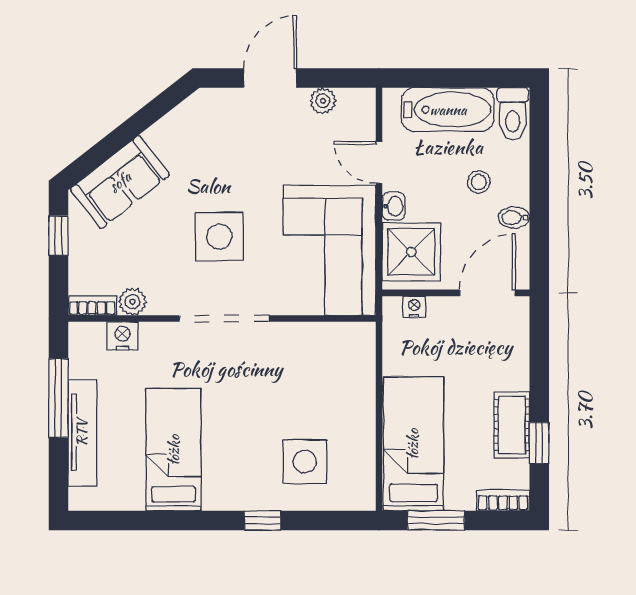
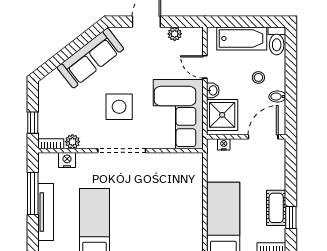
sofa: (120, 182) -> (90, 58), moved, width x1.36
window: (58, 235) -> (33, 123), moved
side table: (305, 462) -> (165, 228), removed

